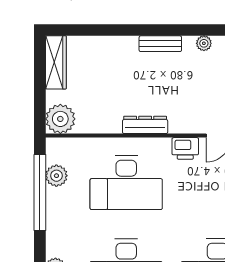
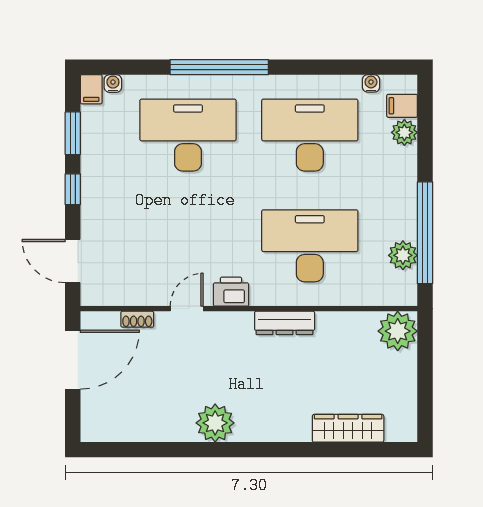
plant: (204, 43) -> (215, 423), width x1.87, depth x1.87
bench: (160, 44) -> (264, 431), removed
wardrobe: (56, 62) -> (348, 428), moved, turned 90

